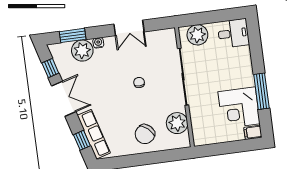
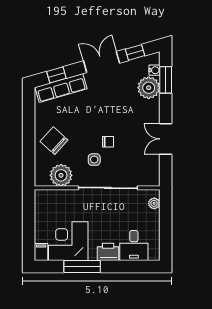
desk: (233, 33) -> (134, 245), moved
plant: (197, 35) -> (154, 203), width x0.53, depth x0.53
water cooler: (98, 43) -> (154, 70), moved
printer: (244, 68) -> (108, 252), added
side table: (158, 93) -> (94, 160), added
double door: (64, 99) -> (102, 62), swing flipped

